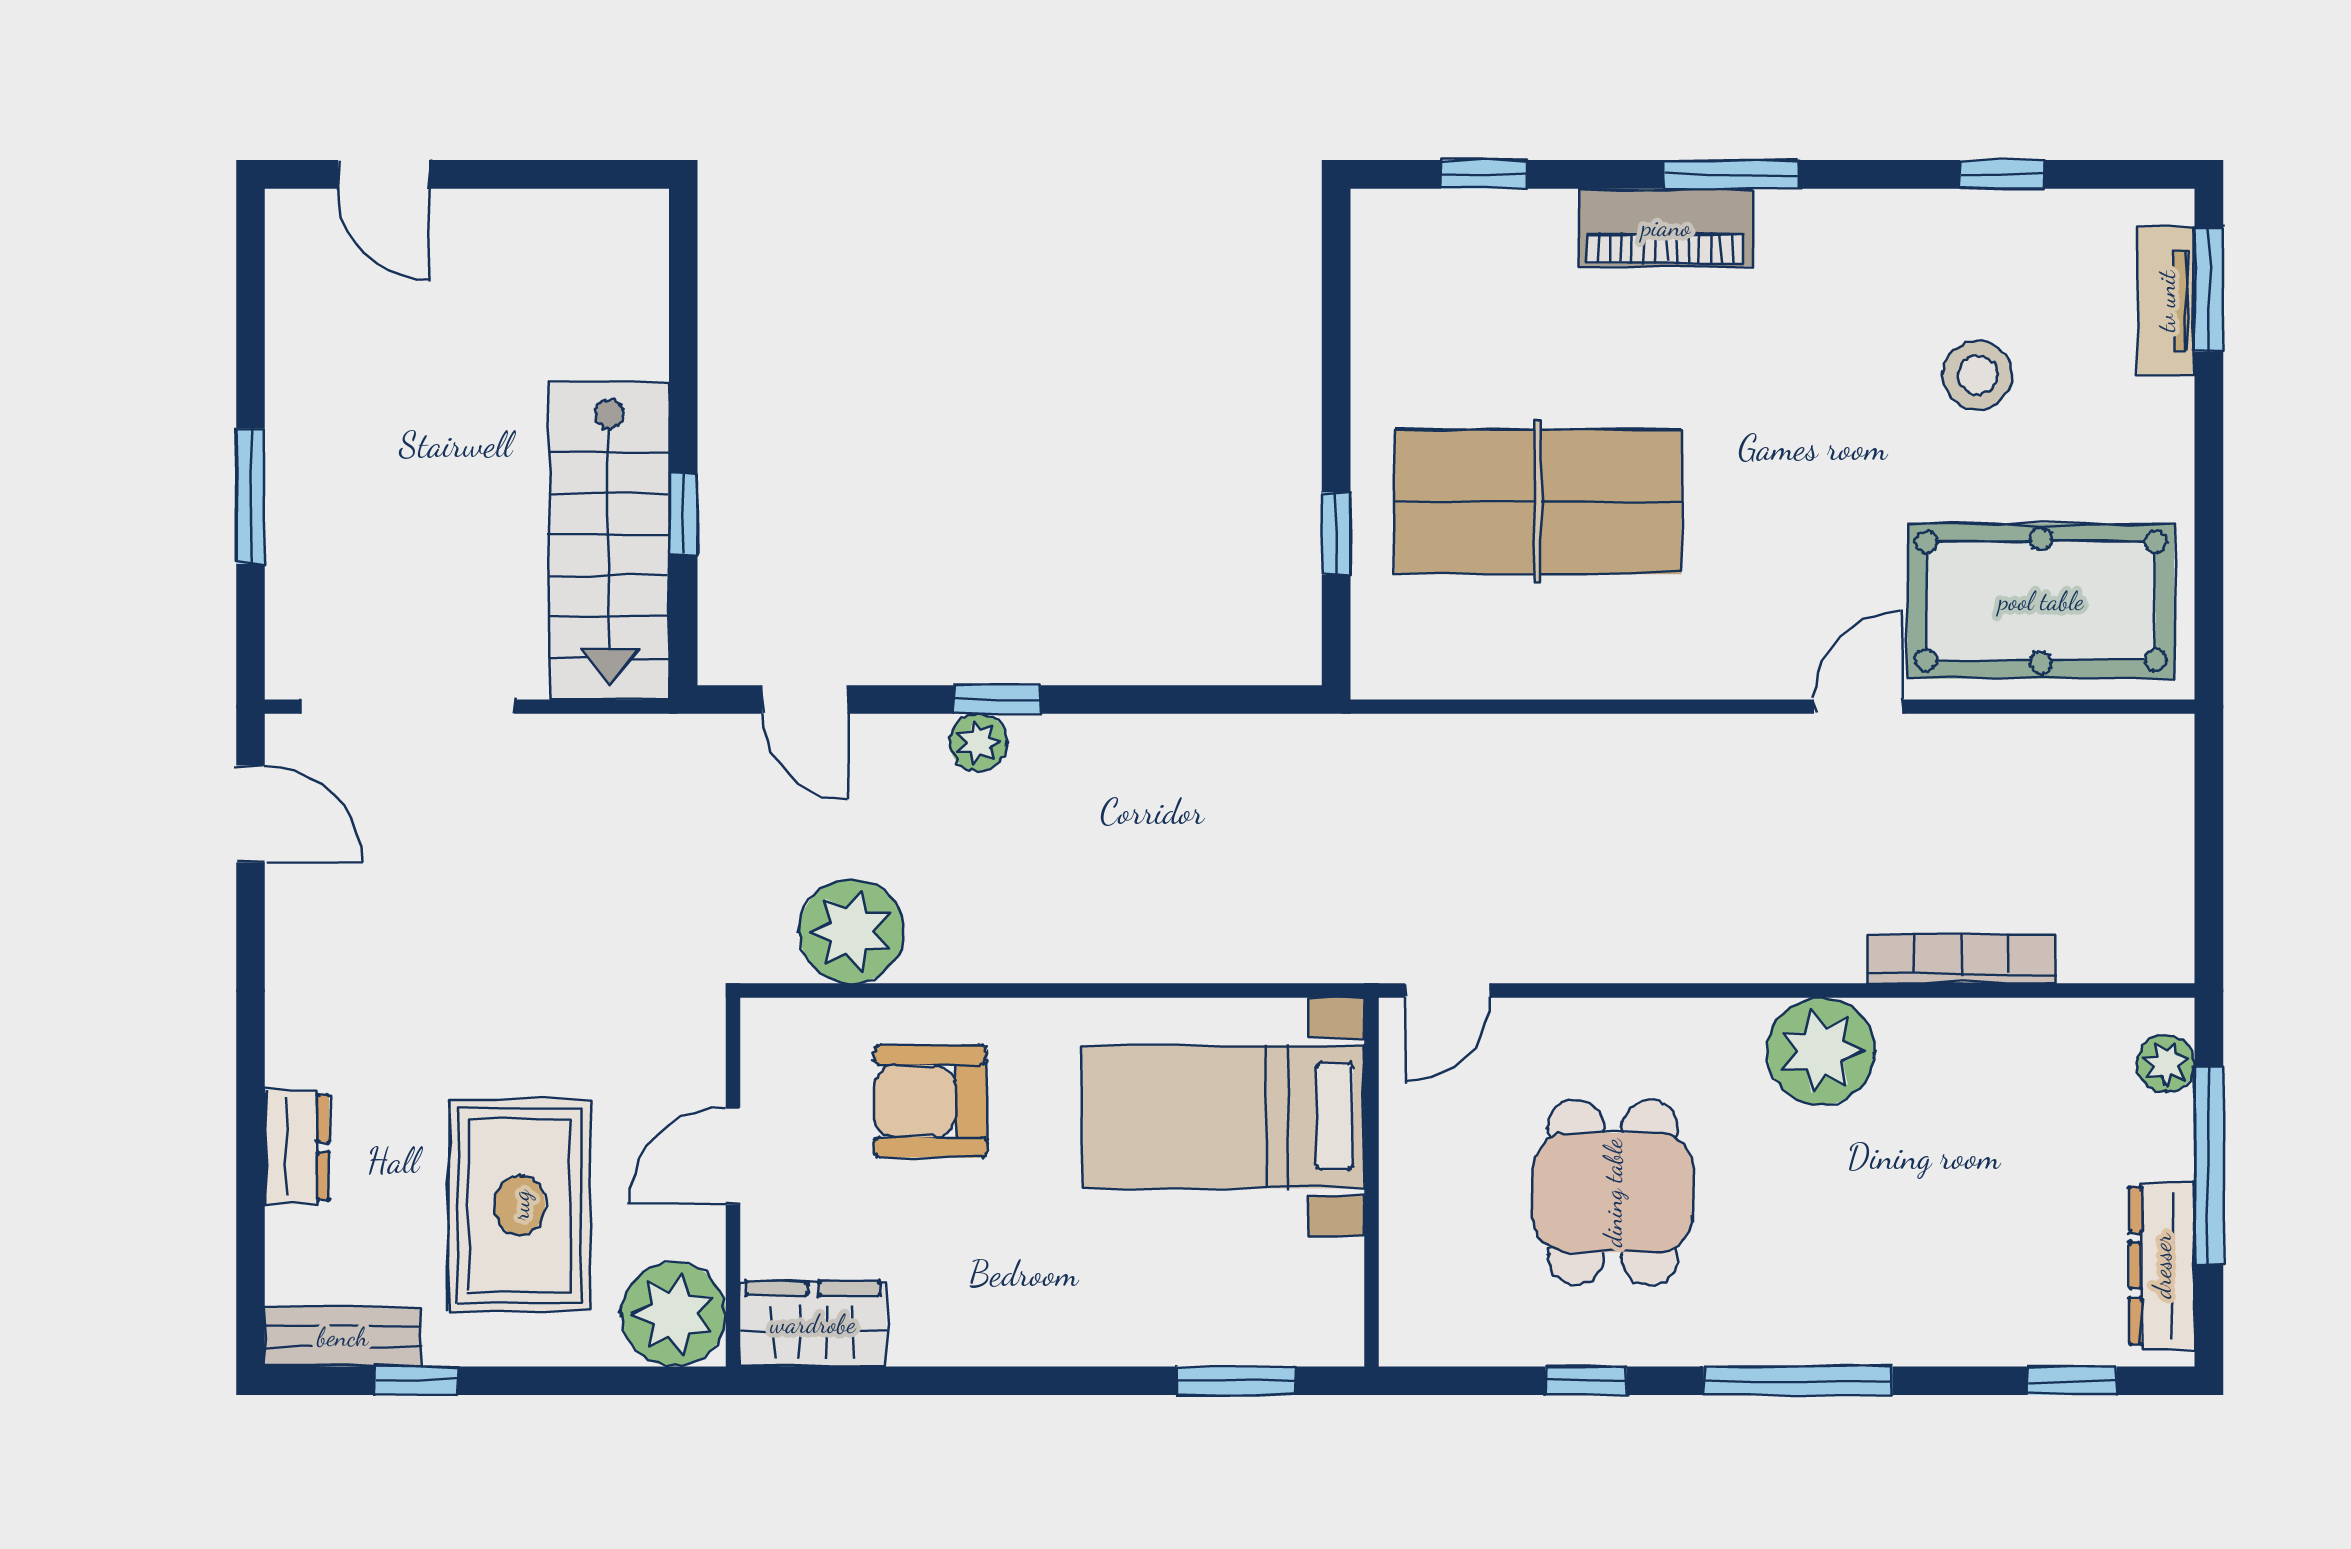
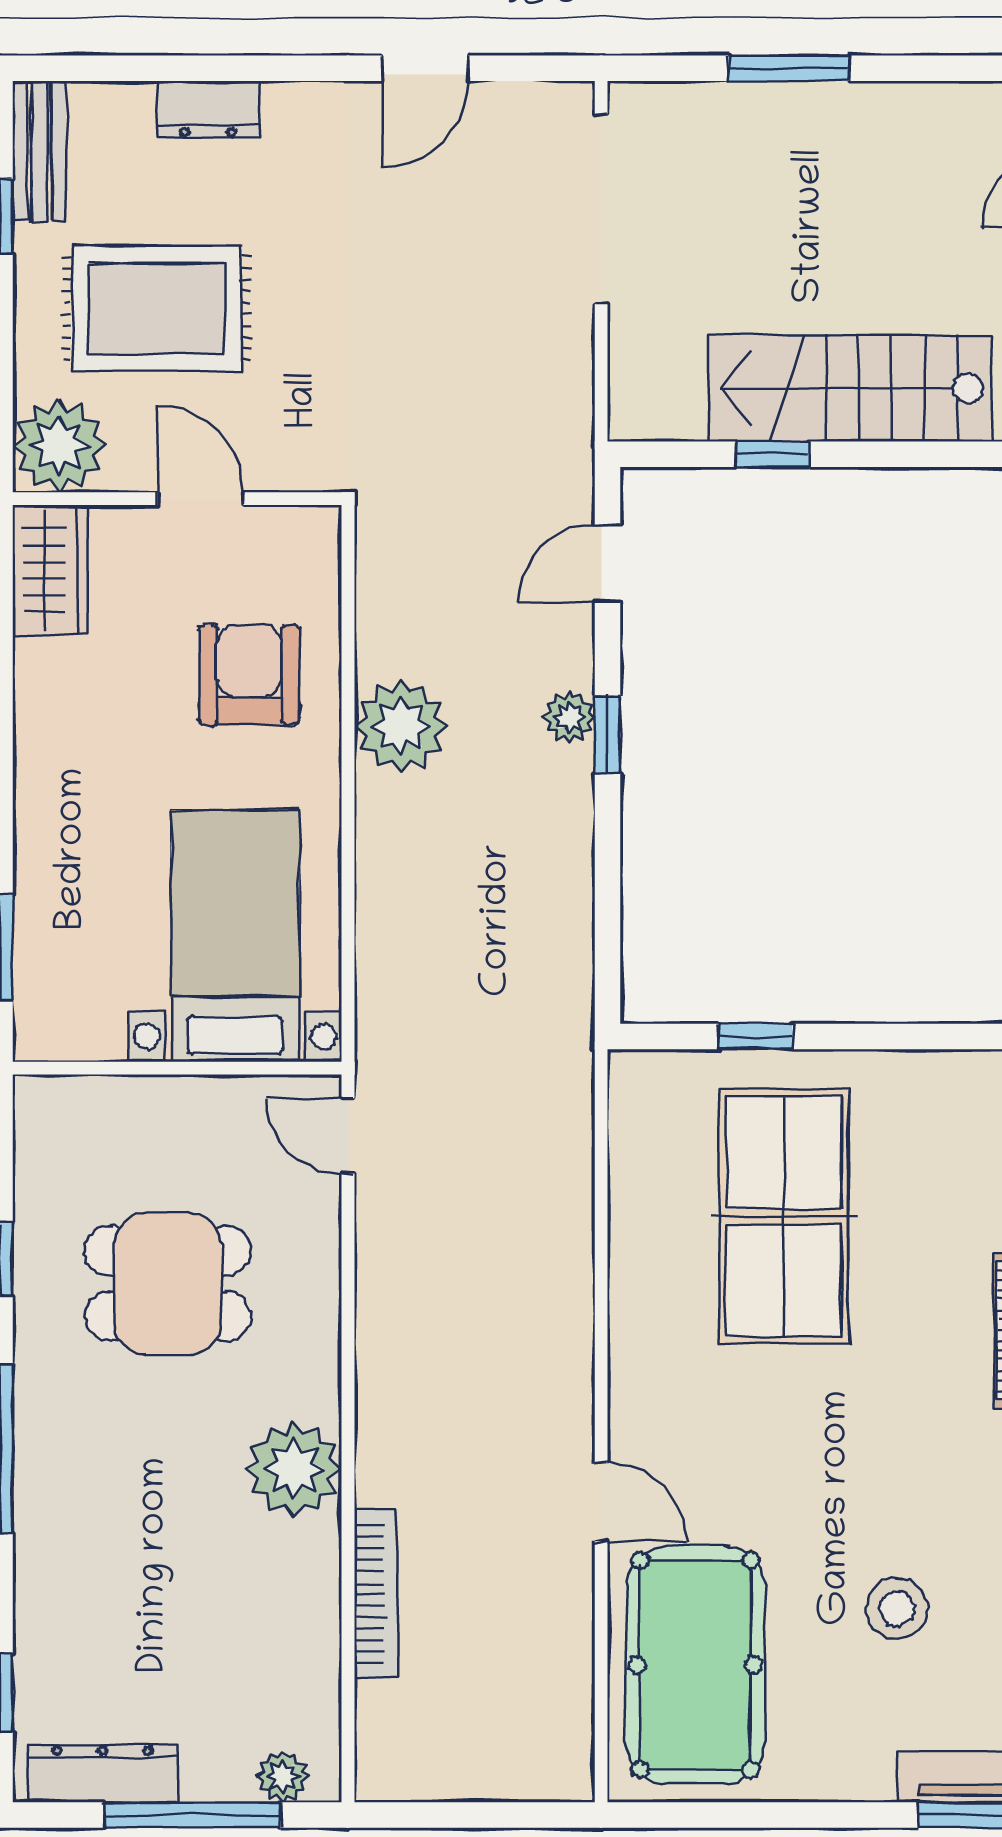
stairs: (609, 541) -> (849, 388), moved
door: (250, 814) -> (425, 68), moved
plant: (852, 931) -> (401, 726), moved

